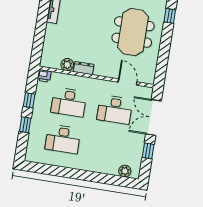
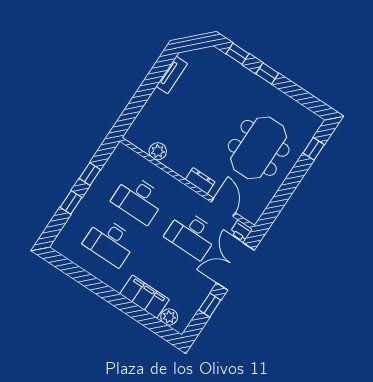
dresser: (84, 68) -> (200, 181), moved
printer: (44, 76) -> (241, 231), moved
filing cabinet: (102, 165) -> (145, 297), added

